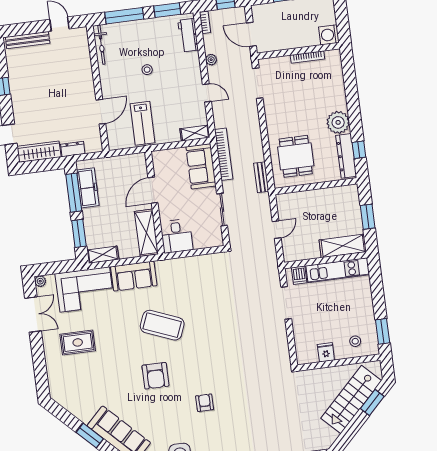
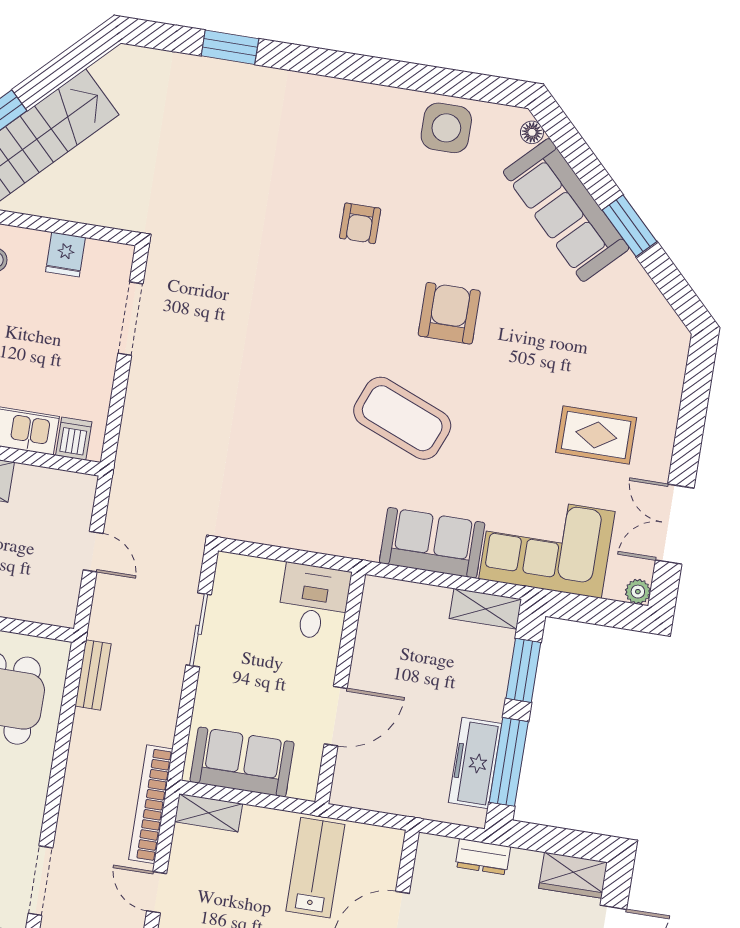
wardrobe: (39, 152) -> (573, 875), width x0.67
bookcase: (224, 154) -> (151, 804), moved
sofa: (201, 166) -> (242, 762), moved, turned -90
door: (277, 230) -> (93, 552), swing flipped
shelving: (146, 233) -> (377, 628), removed
doorway: (286, 303) -> (130, 319), moved

